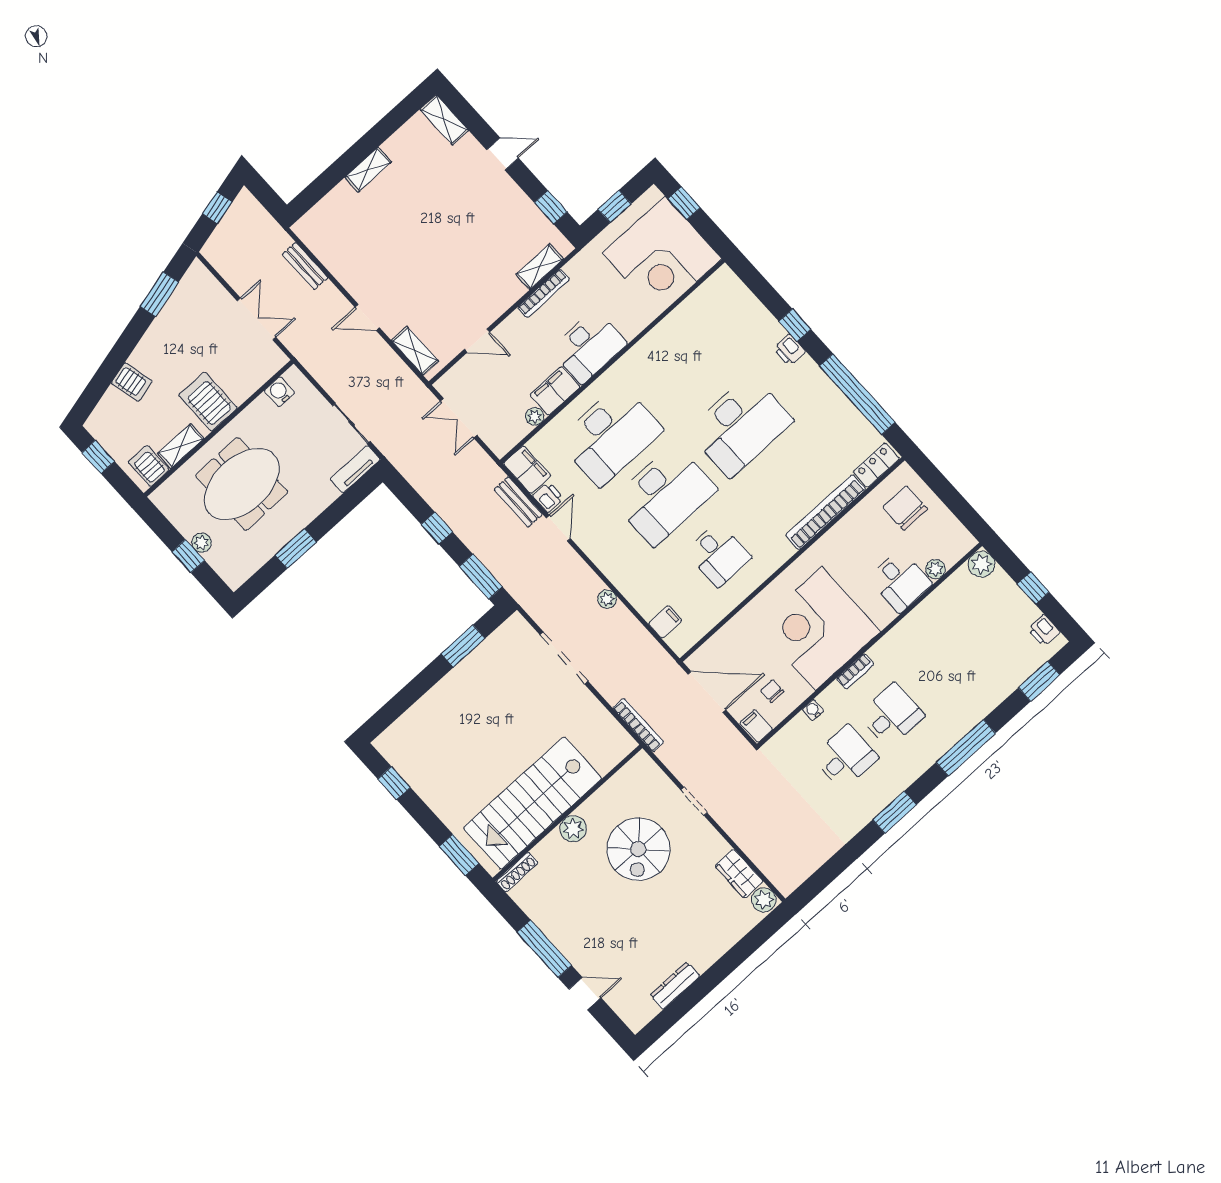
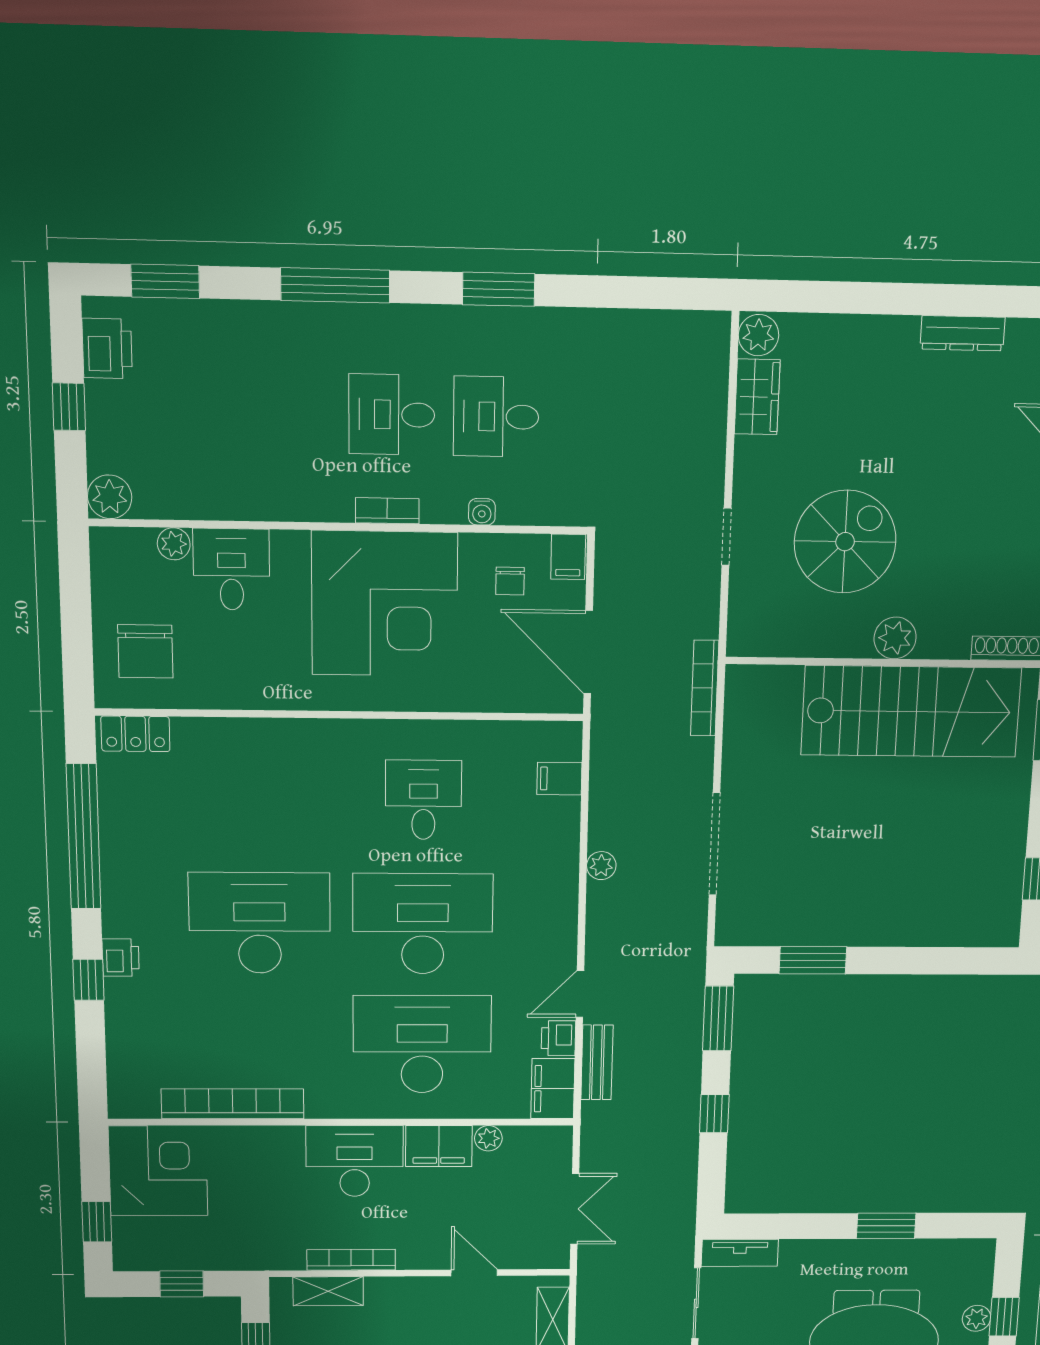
corner desk: (662, 256) -> (158, 1171), width x0.74, depth x0.74
bookcase: (826, 512) -> (233, 1104), moved, turned 180
printer: (1044, 631) -> (107, 348), width x1.36, depth x1.24

